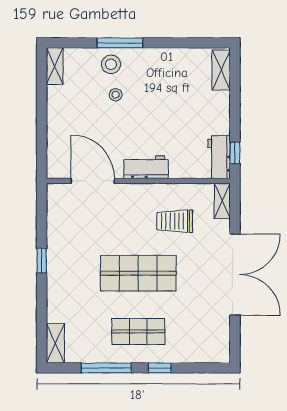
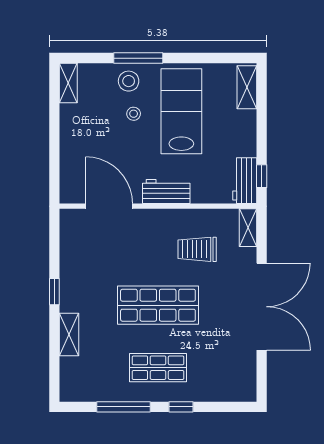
lab bench: (160, 92) -> (181, 111), added
shelving: (55, 343) -> (69, 335), moved

